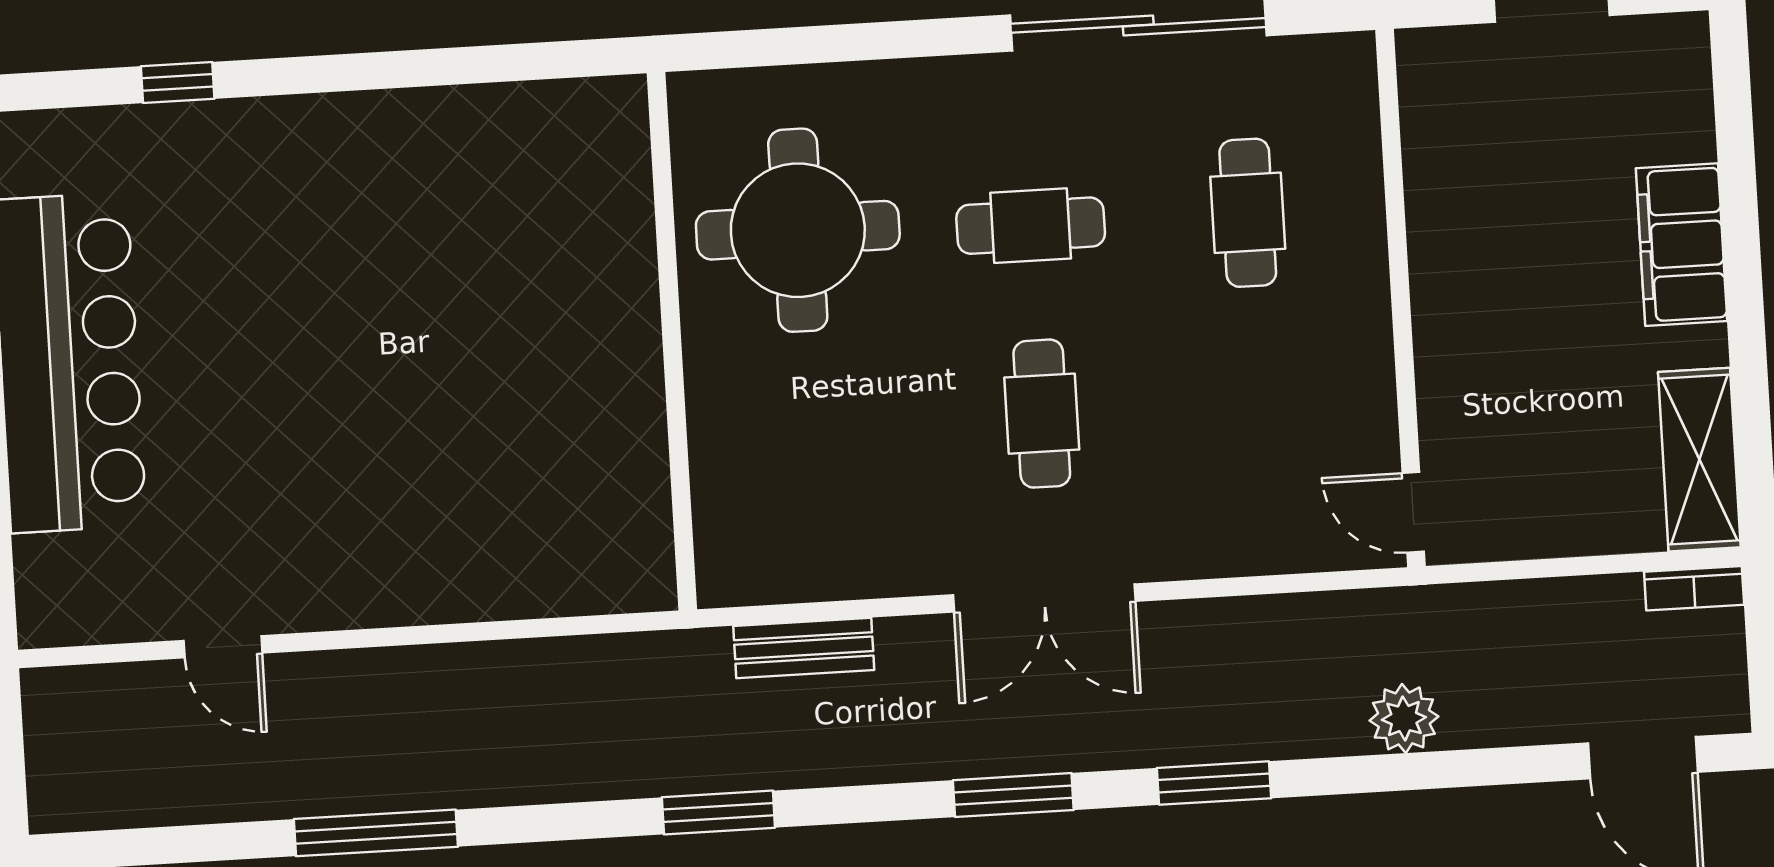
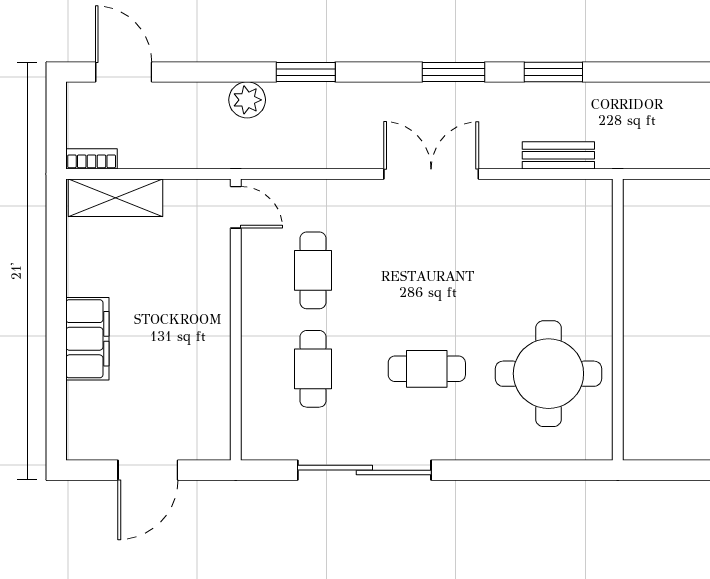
cafe table: (1042, 414) -> (313, 270), moved
shelving: (1699, 460) -> (116, 198), moved, turned 90
window: (1214, 783) -> (306, 72), moved
window: (718, 813) -> (553, 72), moved

